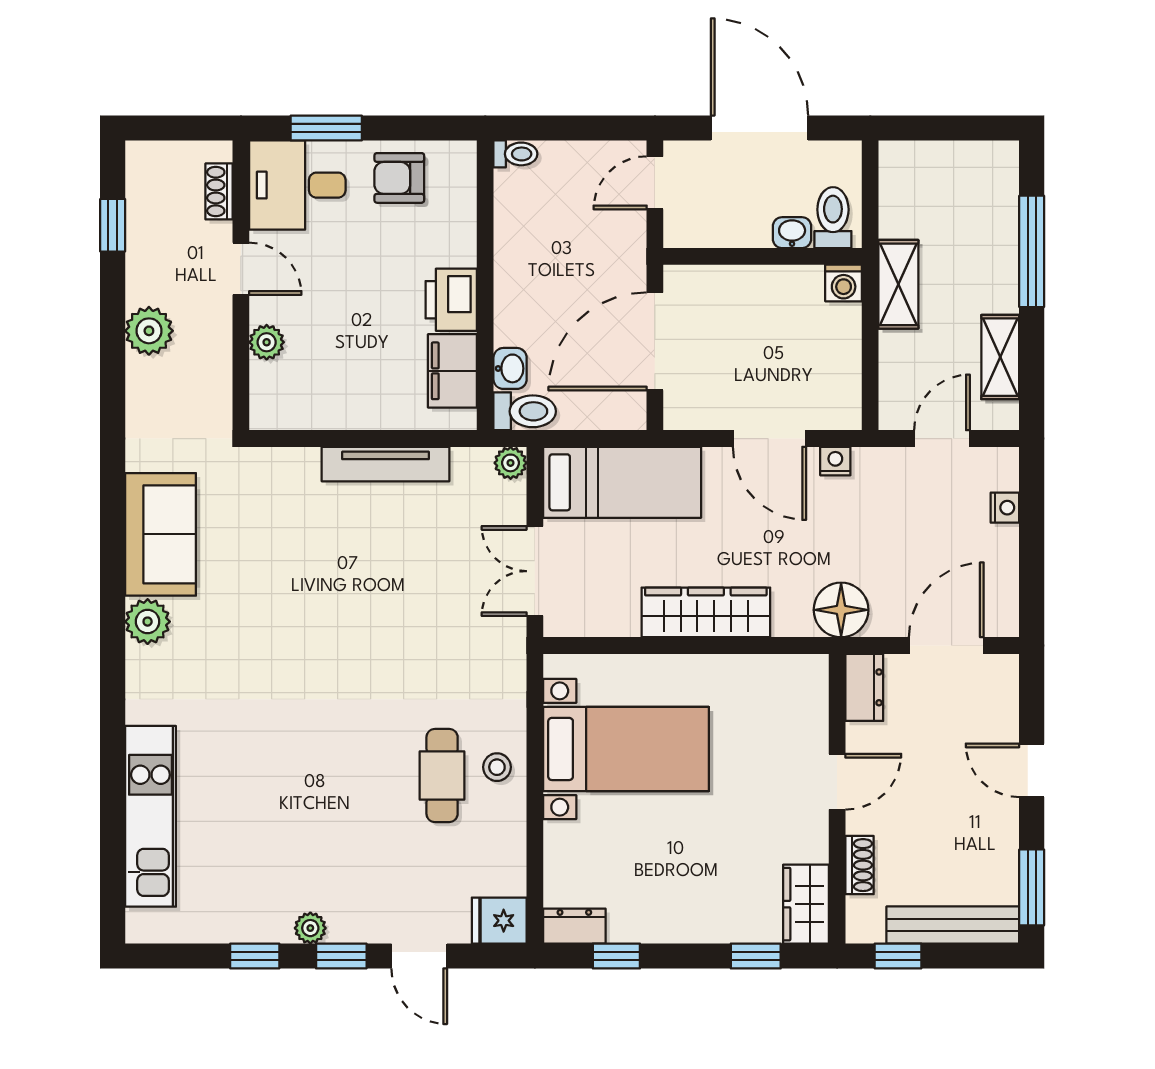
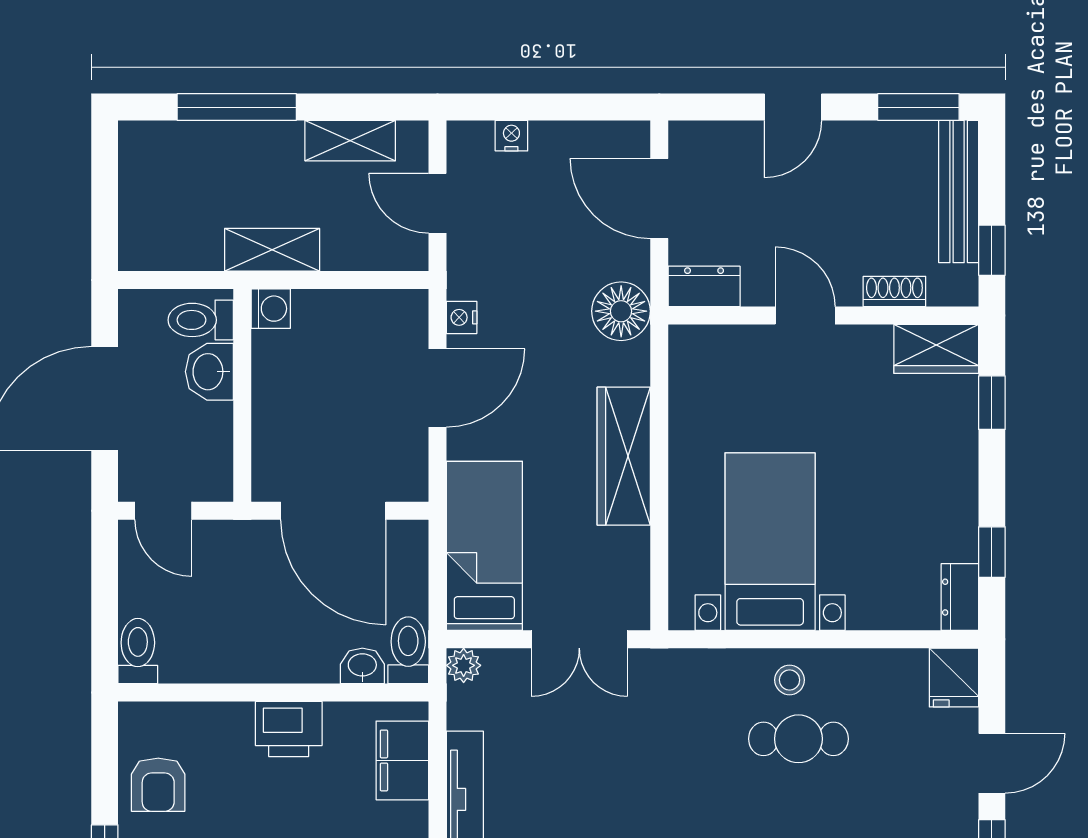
toilet: (515, 154) -> (138, 651), width x1.37, depth x1.39
washbasin: (792, 233) -> (209, 372), width x1.38, depth x1.45
filing cabinet: (452, 371) -> (402, 760), moved, turned 90

